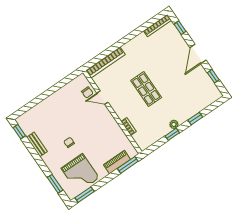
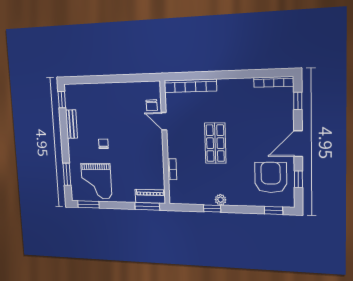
armchair: (196, 87) -> (271, 177), added
window: (195, 119) -> (274, 210), moved
piano: (117, 162) -> (150, 196), moved

